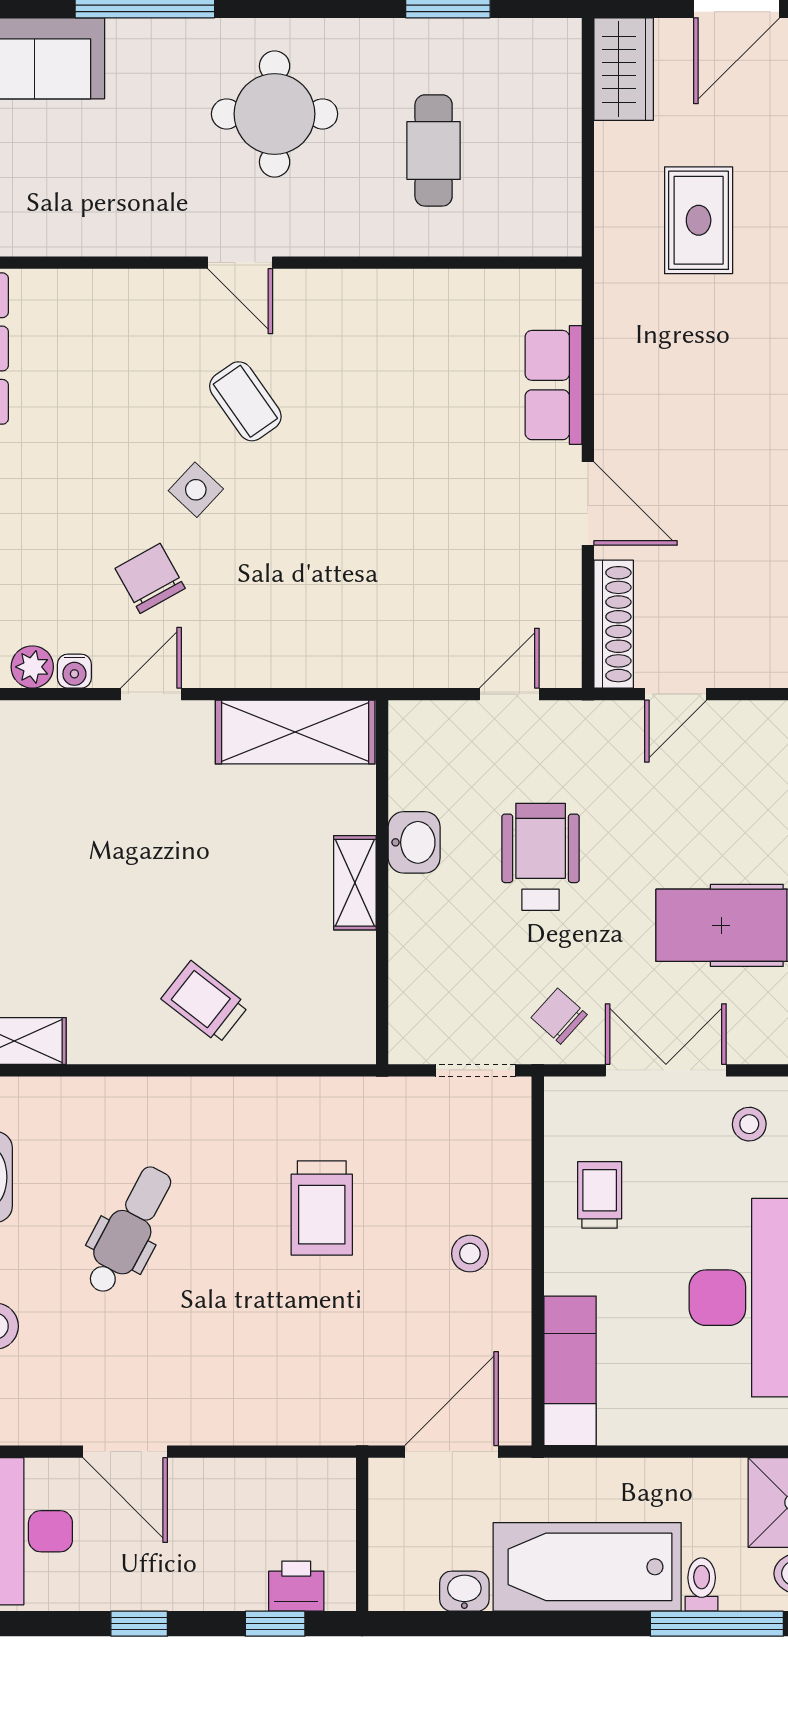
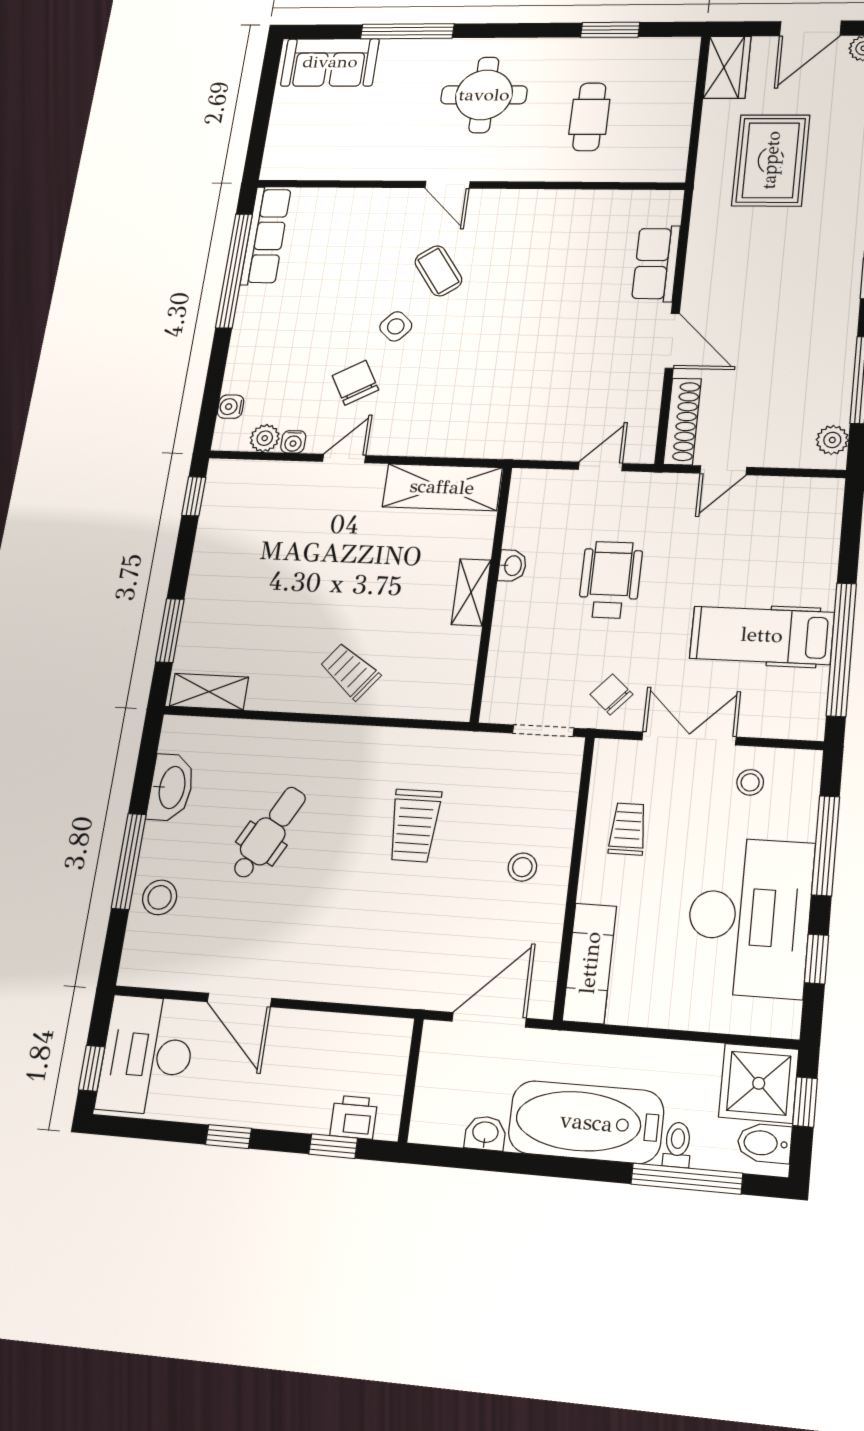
rug: (699, 220) -> (771, 160), width x1.36, depth x1.43
washbasin: (414, 842) -> (512, 566), width x0.72, depth x0.69

